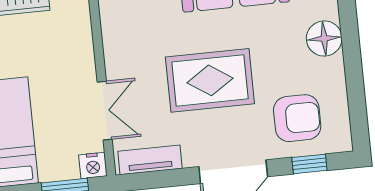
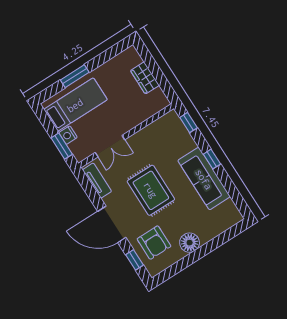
floor lamp: (324, 38) -> (190, 243), moved
nightstand: (93, 165) -> (68, 135), moved

